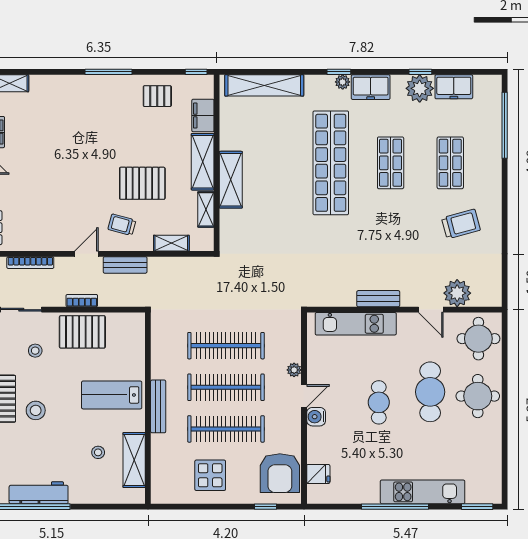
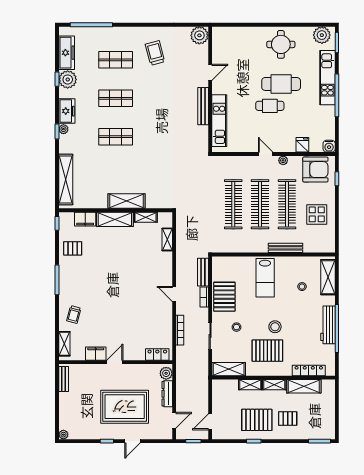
freezer: (454, 87) -> (67, 53), width x1.40
pallet: (157, 96) -> (73, 248), turned 90
shop shelf: (331, 163) -> (116, 137), width x0.50, depth x0.74
pallet: (142, 183) -> (129, 258), removed
trolley: (122, 225) -> (74, 314), moved
bench: (125, 265) -> (203, 272), moved
plant: (457, 293) -> (199, 35), moved
bench: (378, 299) -> (203, 106), width x1.36
round table: (478, 339) -> (229, 42), removed
plant: (294, 370) -> (283, 160), moved
cafe table: (430, 392) -> (281, 84), moved
round table: (478, 396) -> (281, 44), moved
bench: (158, 406) -> (285, 248), moved
water cooler: (316, 417) -> (329, 146), moved
shelving: (134, 460) -> (328, 277), moved, turned 90
fridge: (318, 474) -> (302, 145), moved
plant: (489, 483) -> (322, 35), added

